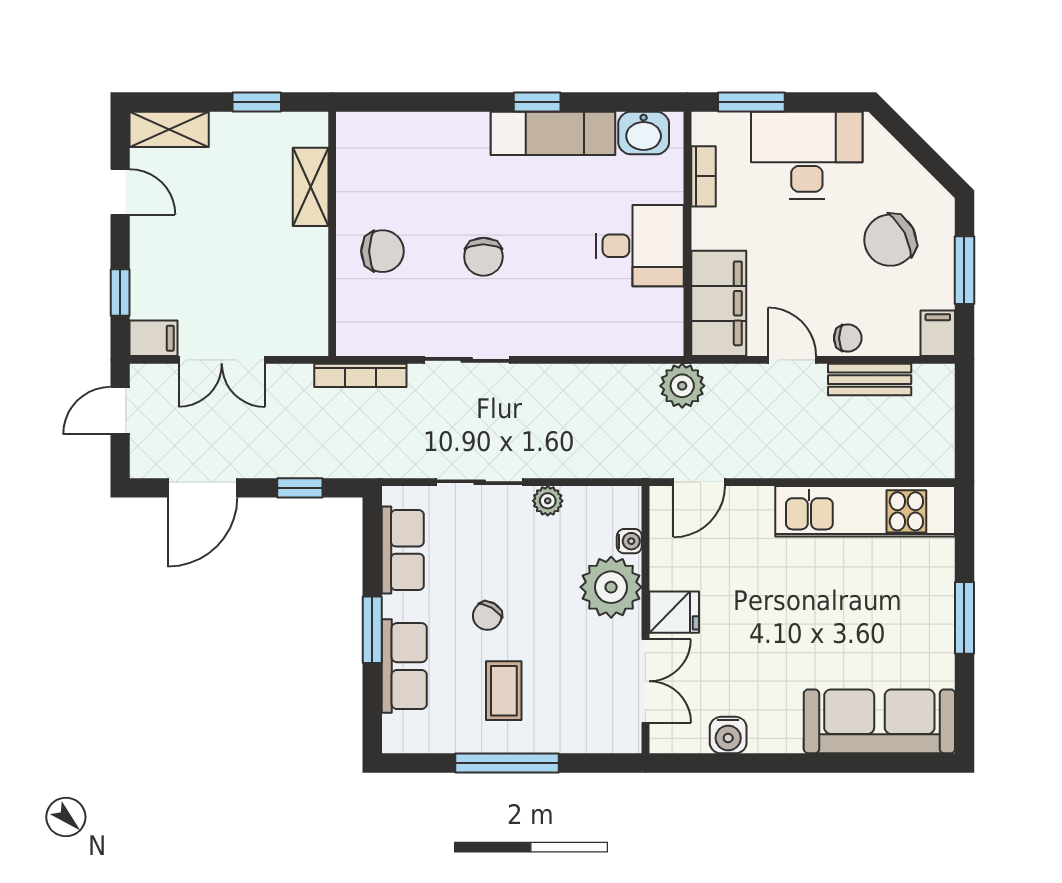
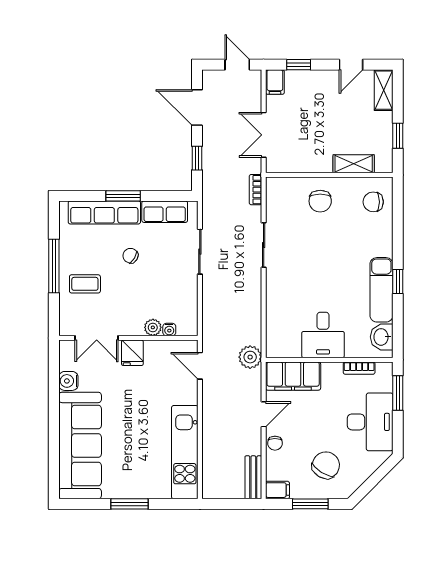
chair: (890, 240) -> (326, 465), turned 60
chair: (483, 257) -> (373, 202), moved
double door: (222, 360) -> (264, 135), moved
bookcase: (360, 375) -> (255, 190), width x0.64
bench: (870, 380) -> (253, 477), moved
plant: (548, 501) -> (190, 287), removed
plant: (611, 587) -> (153, 327), width x0.53, depth x0.53
row of seats: (404, 666) -> (104, 212), width x1.48
coffee table: (504, 691) -> (85, 284), moved
sofa: (879, 721) -> (80, 446), width x1.36, depth x1.27

